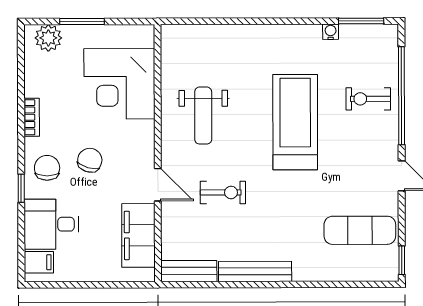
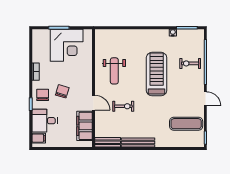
plant: (48, 38) -> (43, 35), removed
corner desk: (119, 84) -> (67, 45), moved, turned -90

